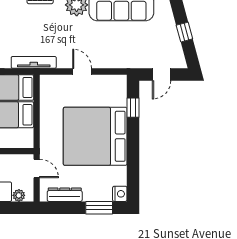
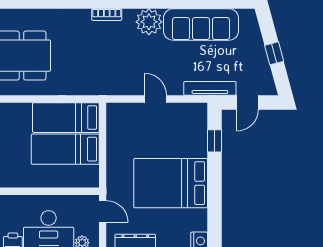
tv unit: (34, 62) -> (210, 88), moved
bed: (95, 136) -> (171, 183), width x0.73

